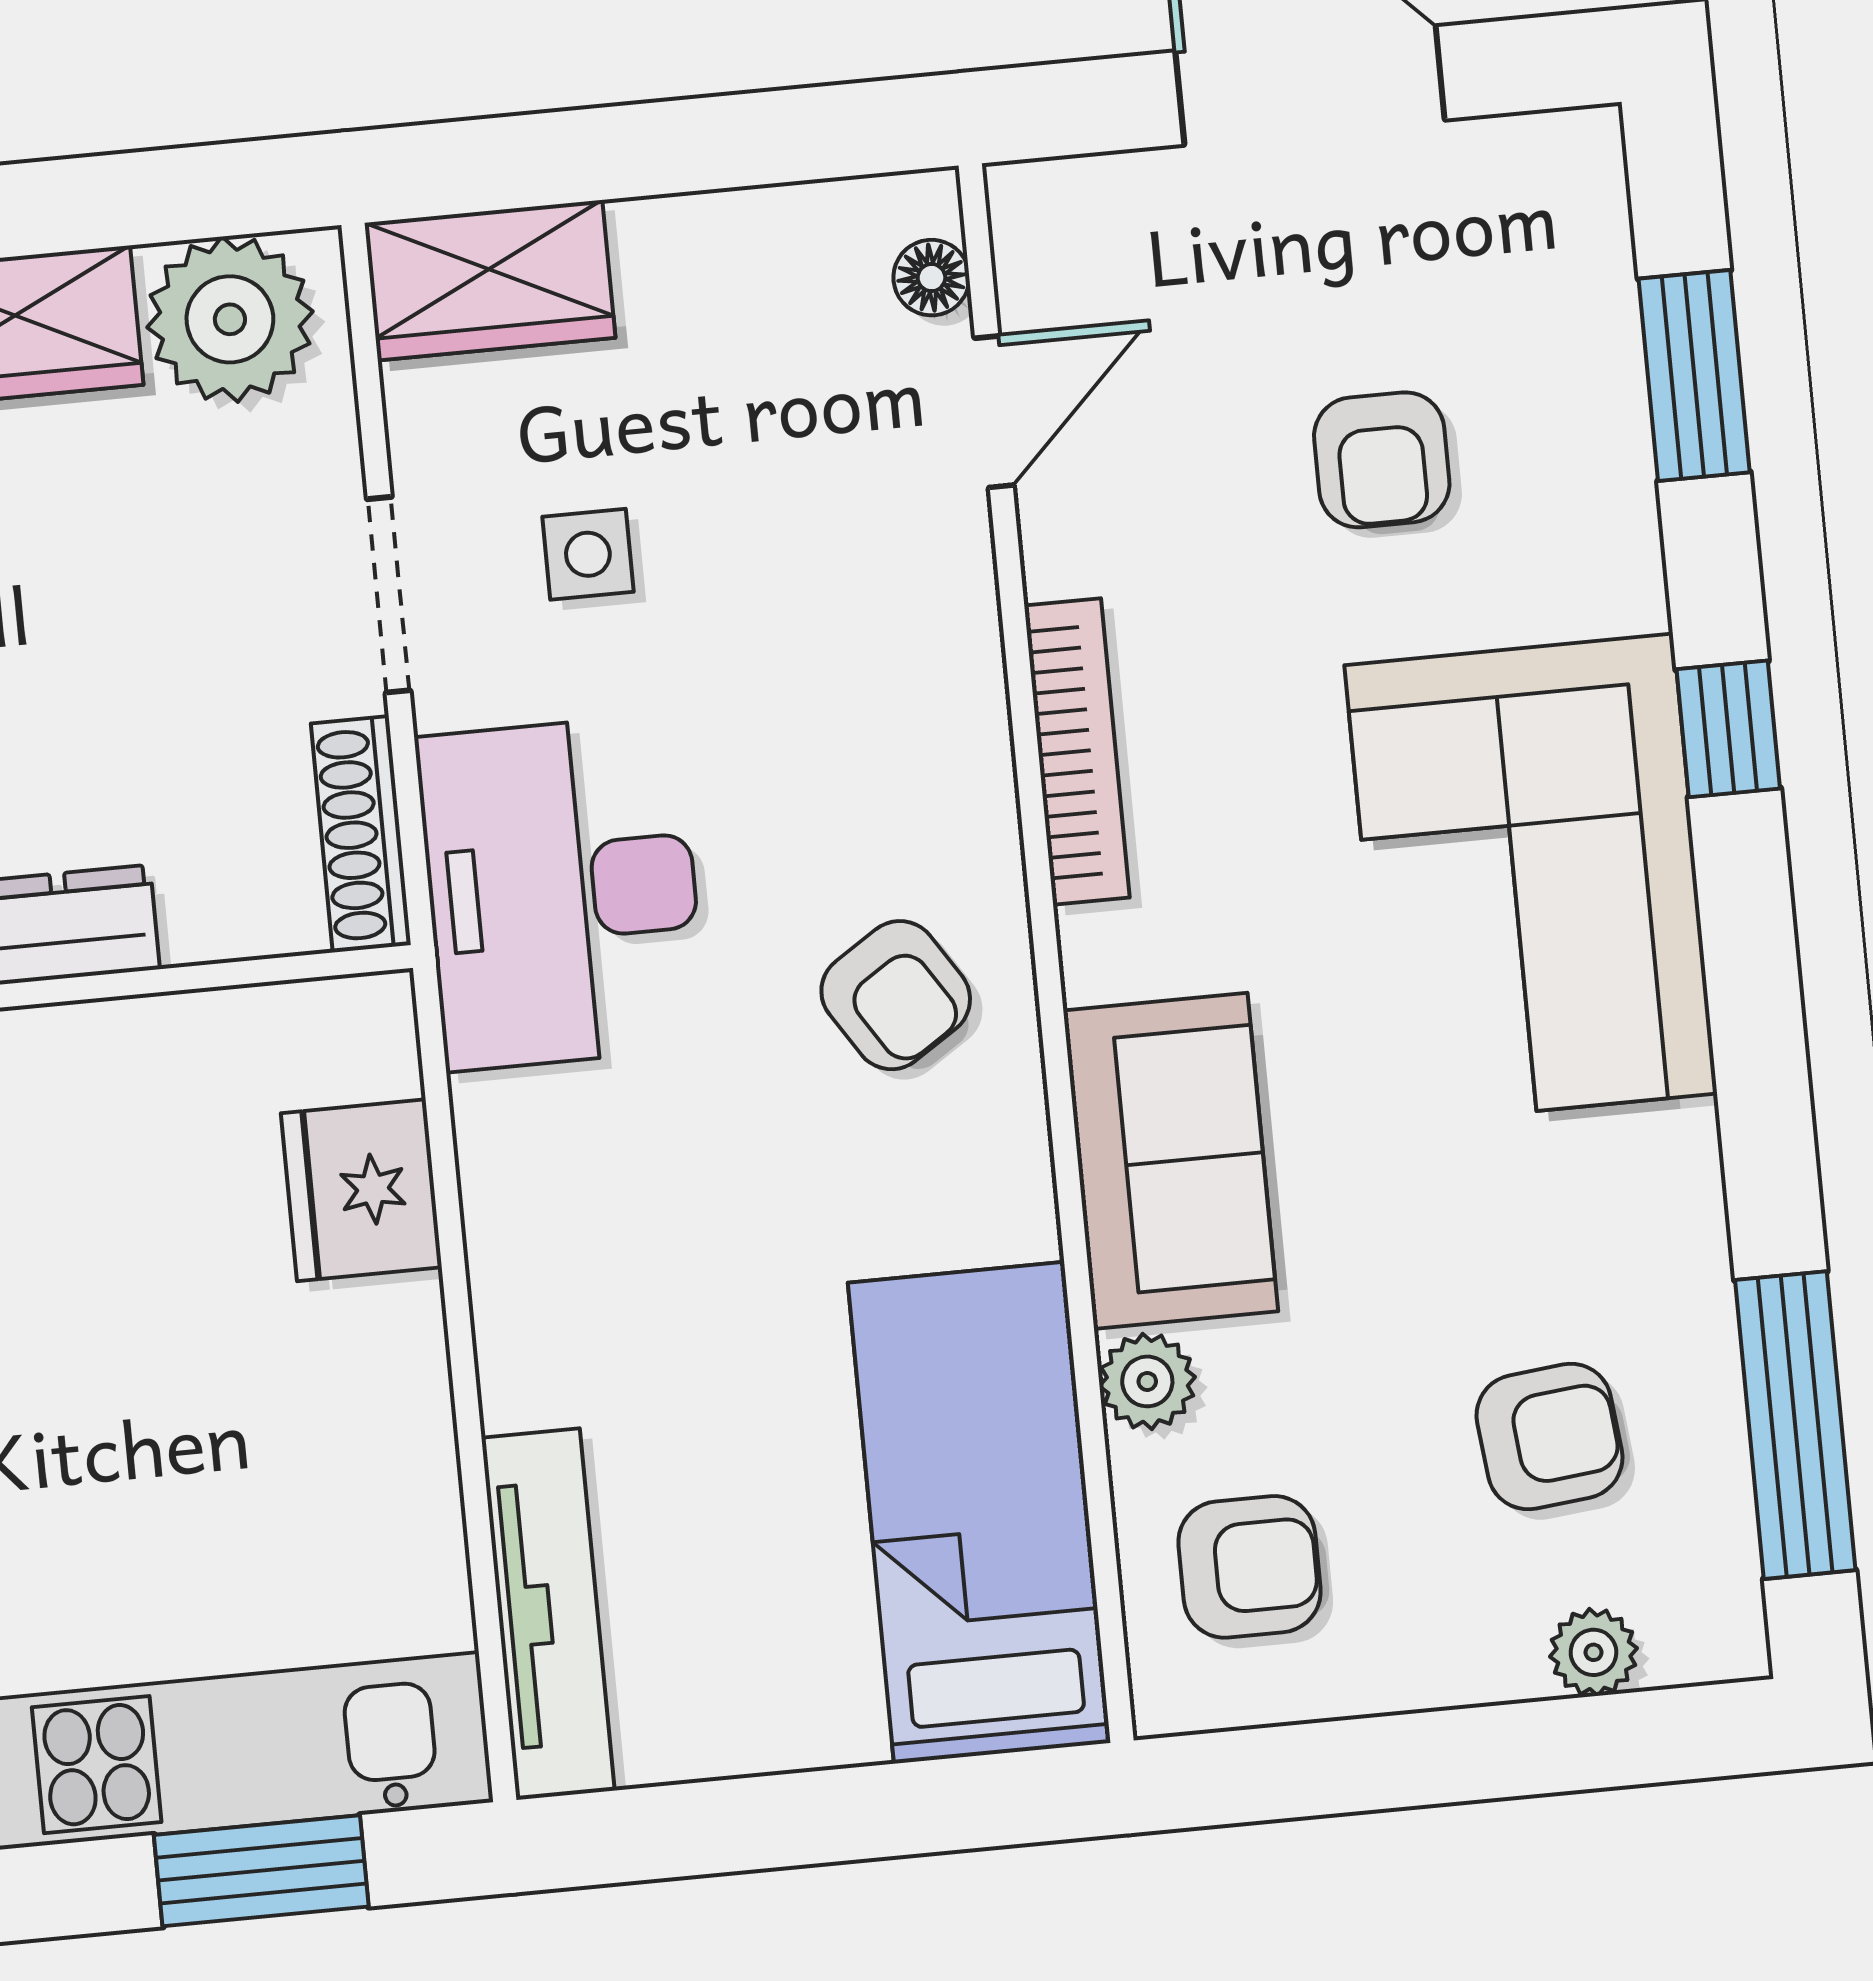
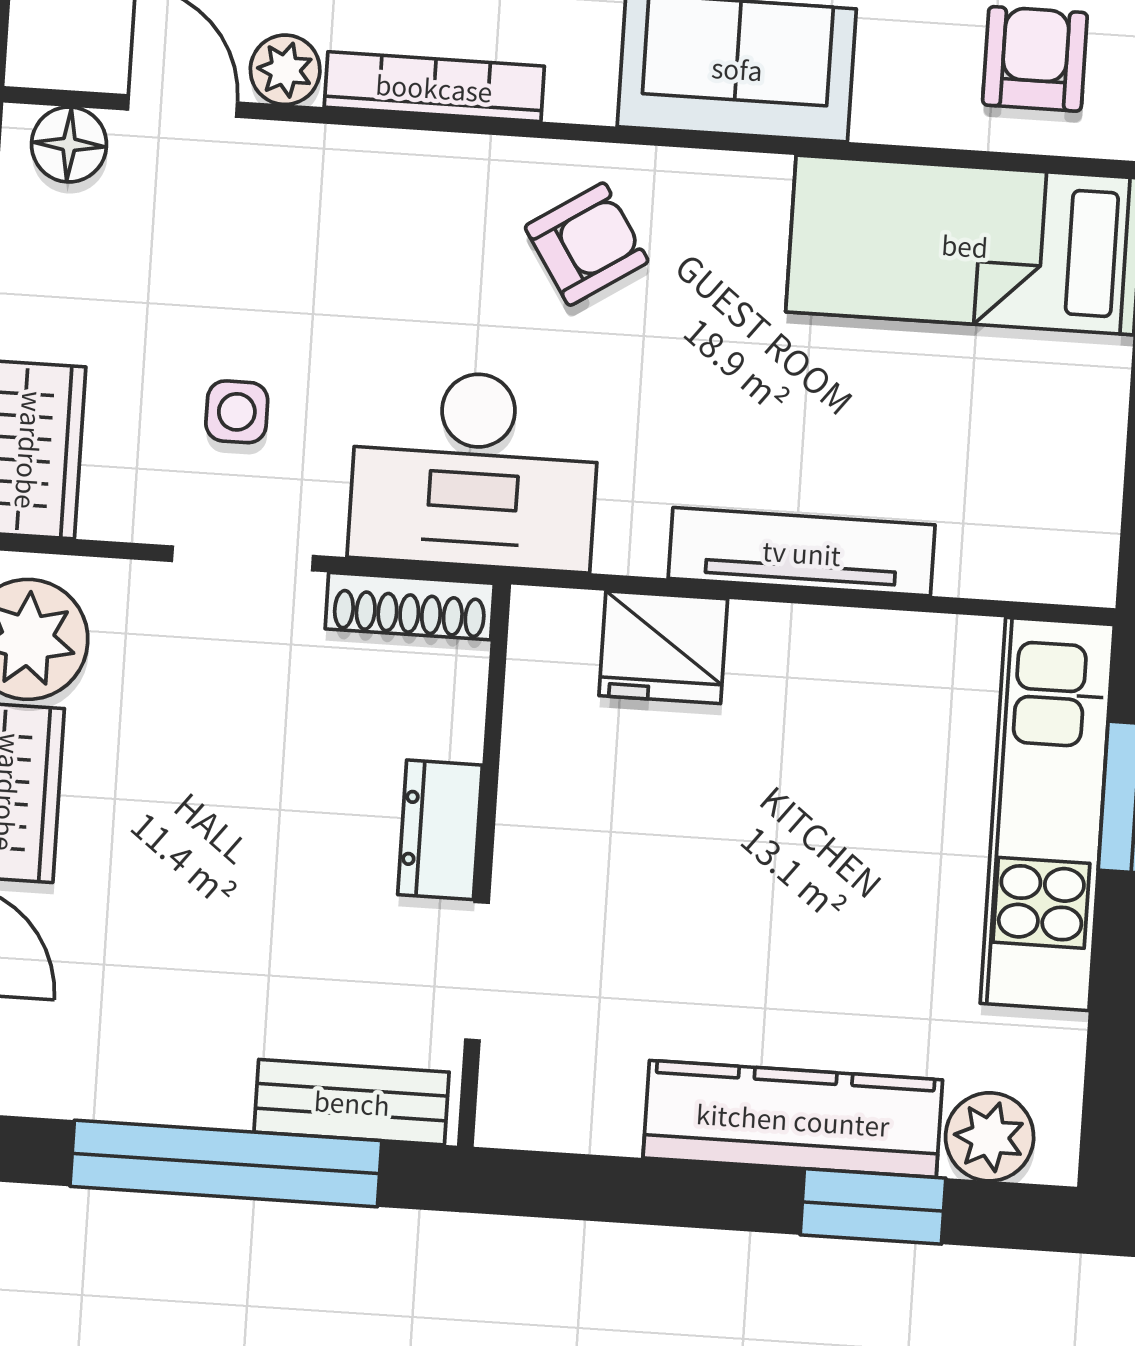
floor lamp: (931, 278) -> (69, 144), width x1.37, depth x1.37
plant: (1147, 1381) -> (285, 70), moved
tv unit: (548, 1614) -> (802, 552), moved

